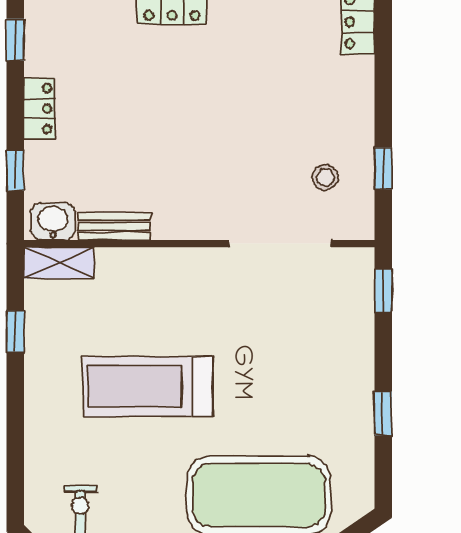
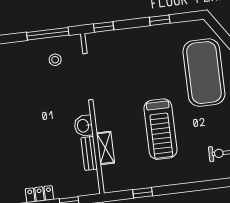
window: (383, 168) -> (48, 34), width x2.17
washbasin: (53, 221) -> (84, 126), moved
shelving: (59, 263) -> (105, 148), moved

